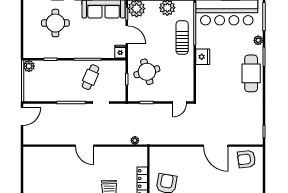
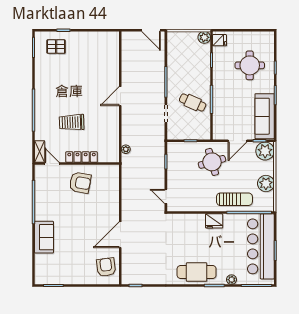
fridge: (120, 52) -> (219, 40), moved
round table: (147, 72) -> (212, 162), moved

